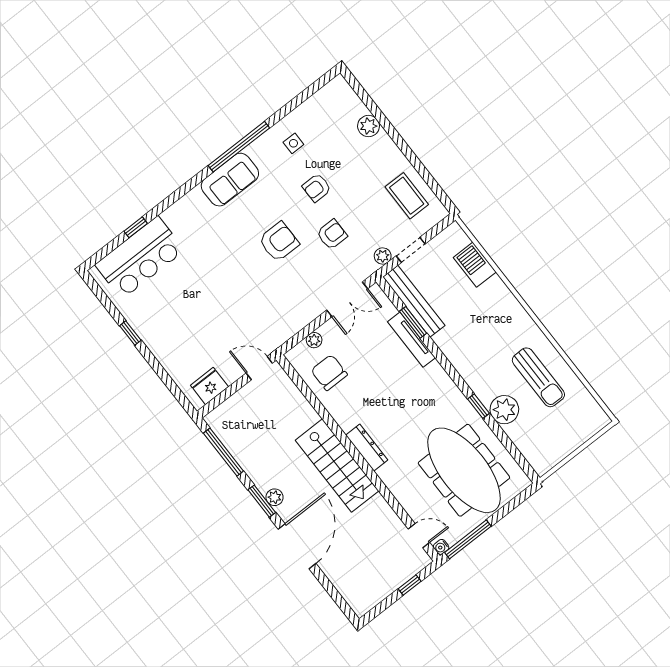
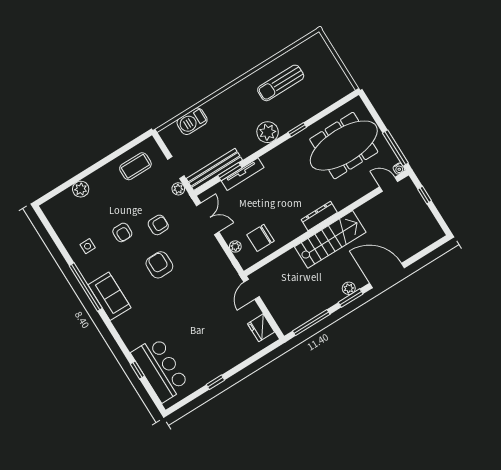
armchair: (332, 234) -> (158, 225), turned 90
sun lounger: (538, 377) -> (281, 83), turned 180
plant: (504, 410) -> (268, 132), moved
door: (419, 536) -> (389, 184), hinge flipped

